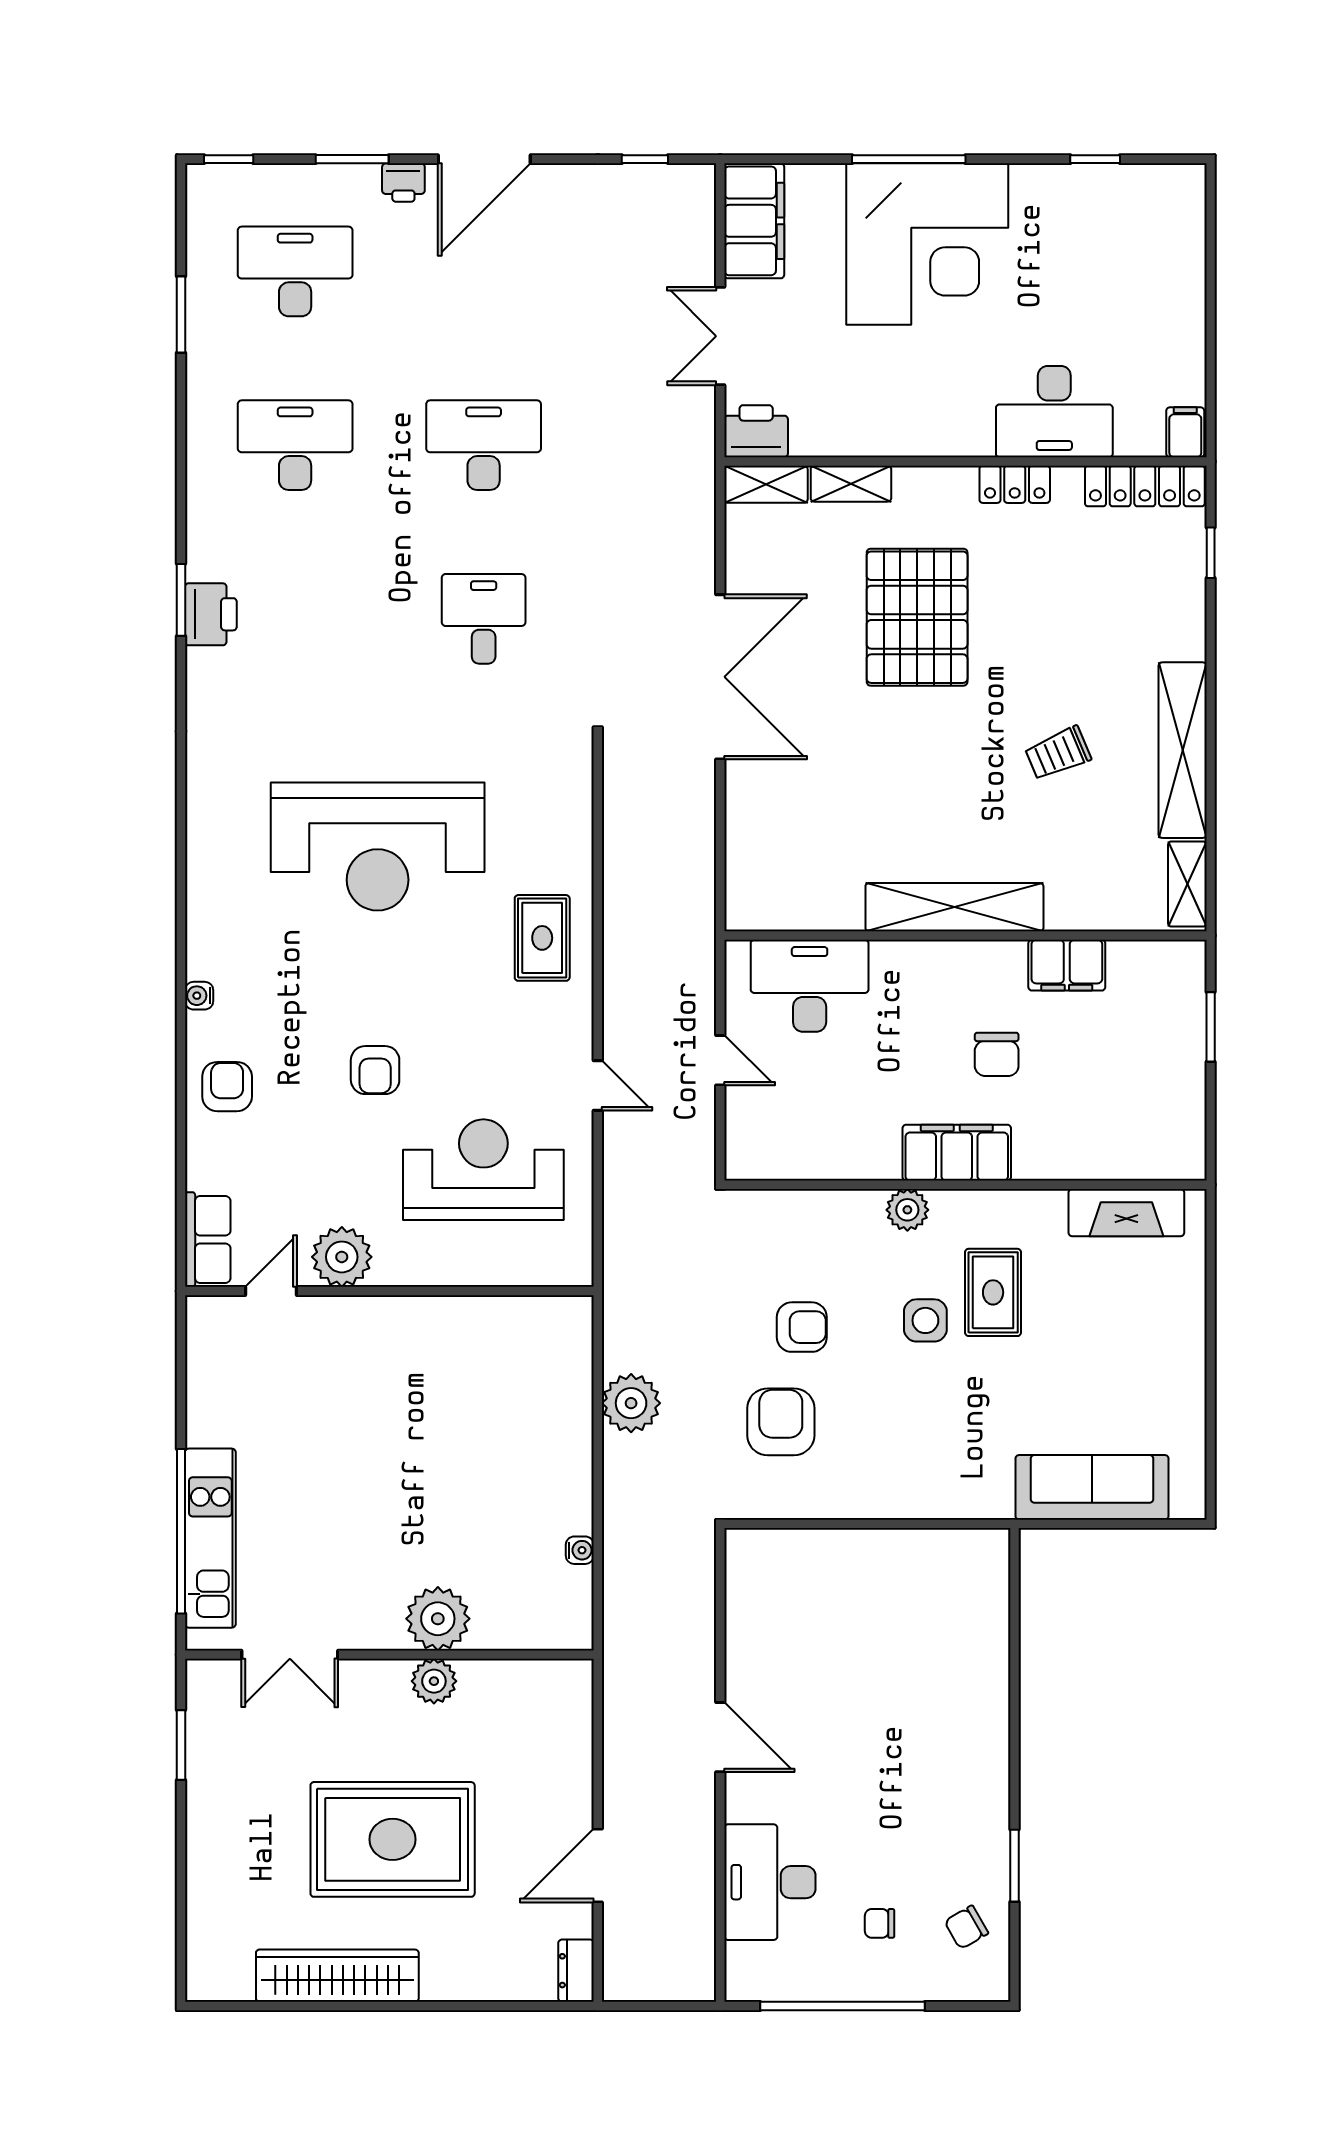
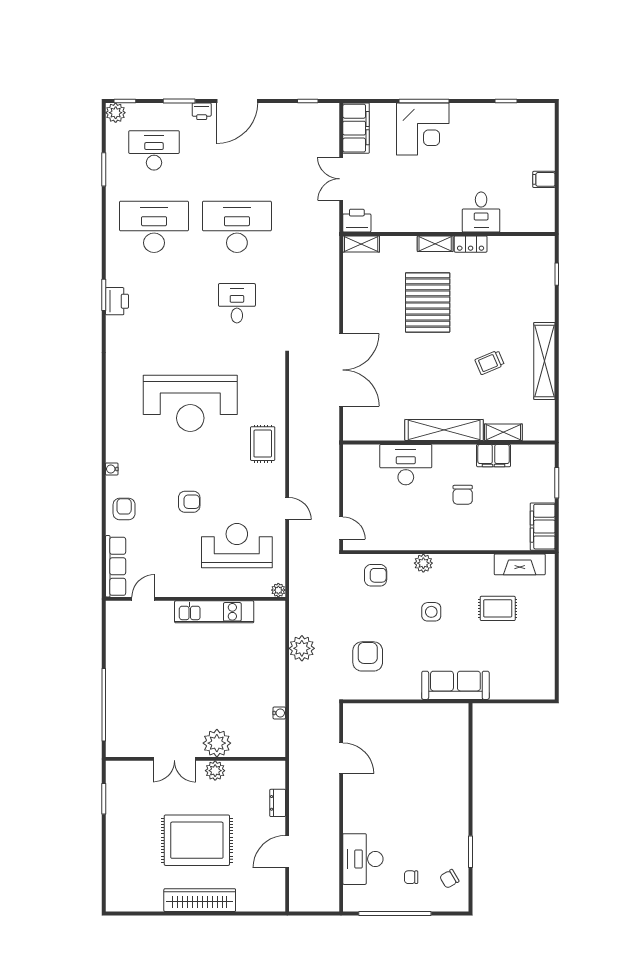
plant: (208, 186) -> (116, 113), added
corner desk: (927, 244) -> (423, 129), width x0.74, depth x0.74
desk: (1054, 412) -> (481, 212), width x0.73
filing cabinet: (1185, 432) -> (544, 179), moved, turned -90
desk: (295, 445) -> (154, 227), width x1.36, depth x1.30
desk: (484, 445) -> (237, 227), width x1.36, depth x1.30
shelving: (851, 484) -> (435, 244), moved
locker: (1145, 486) -> (528, 245), removed
double door: (720, 677) -> (341, 370), moved
shelving: (1187, 884) -> (503, 432), moved, turned 90
desk: (810, 986) -> (406, 465), moved
door: (720, 1060) -> (341, 528), moved
armchair: (375, 1070) -> (189, 502), turned -90
filing cabinet: (957, 1153) -> (543, 527), moved, turned -90
row of seats: (208, 1239) -> (116, 566), width x1.48
plant: (342, 1257) -> (278, 590), moved, width x0.53, depth x0.53
rug: (993, 1292) -> (498, 608), moved, turned 90
armchair: (802, 1327) -> (376, 575), moved
sofa: (1092, 1487) -> (455, 685), moved
kitchen unit: (210, 1538) -> (214, 612), moved, turned 90
double door: (290, 1655) -> (174, 759), moved
door: (720, 1737) -> (341, 758), moved
dresser: (576, 1971) -> (278, 803), moved
wardrobe: (337, 1976) -> (200, 900), moved

